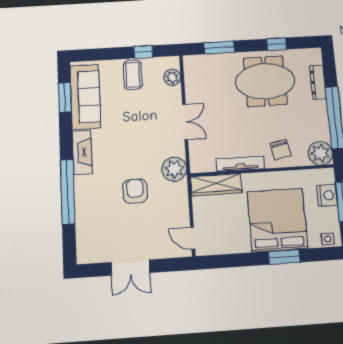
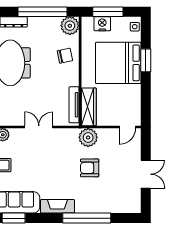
tv unit: (240, 164) -> (74, 105), moved
plant: (174, 169) -> (88, 138), moved

